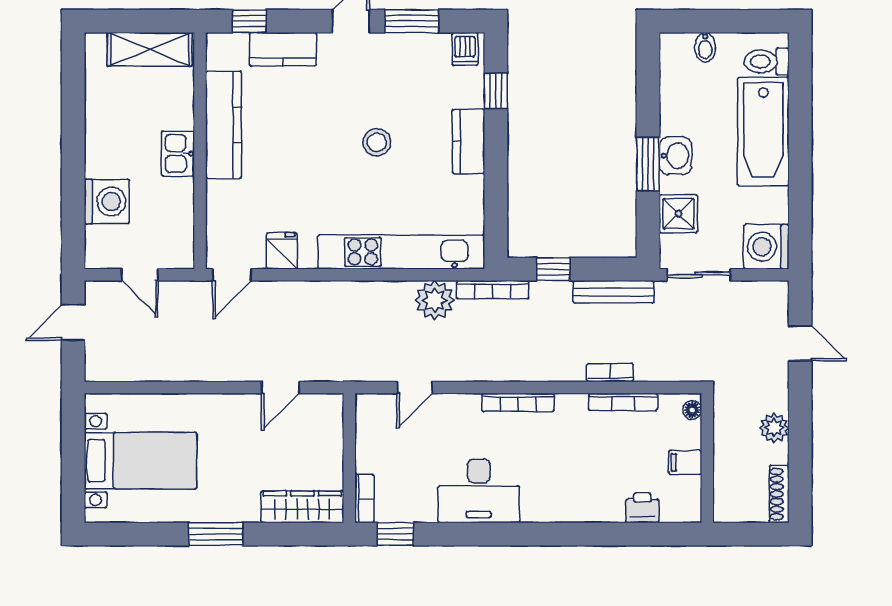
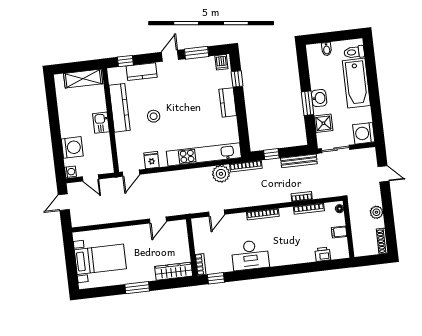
stool: (377, 142) -> (154, 116), moved
washing machine: (96, 256) -> (70, 172), added

